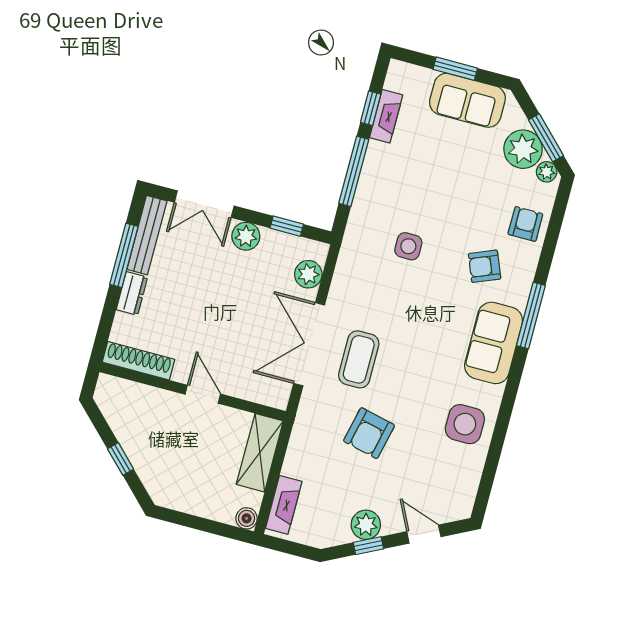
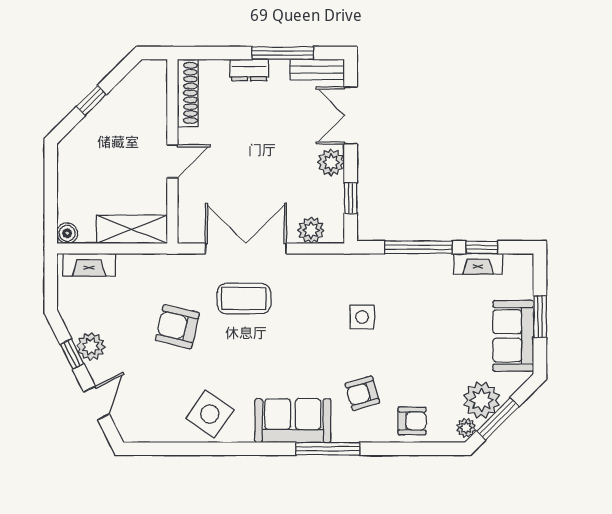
bench: (147, 235) -> (317, 70), width x0.73
armchair: (485, 266) -> (362, 393), turned -84
side table: (465, 424) -> (210, 414), turned 35

